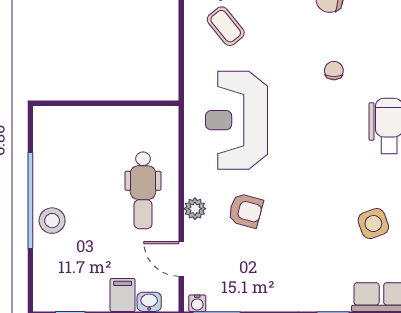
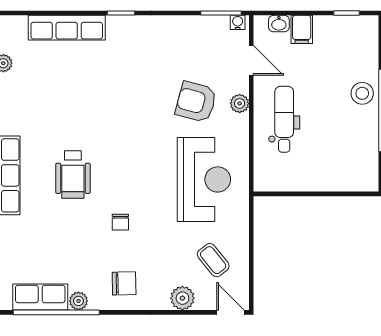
armchair: (246, 211) -> (196, 102), width x1.38, depth x1.38
side table: (373, 224) -> (86, 91), removed

